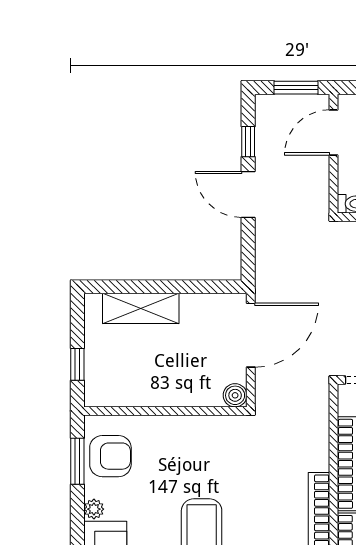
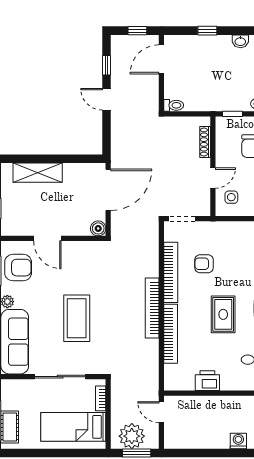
window: (296, 88) -> (137, 31), width x0.67
door: (248, 194) -> (107, 99), width x0.73
door: (156, 411) -> (47, 238), added

